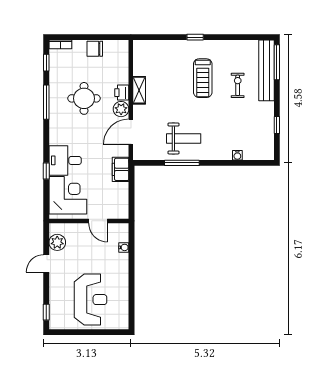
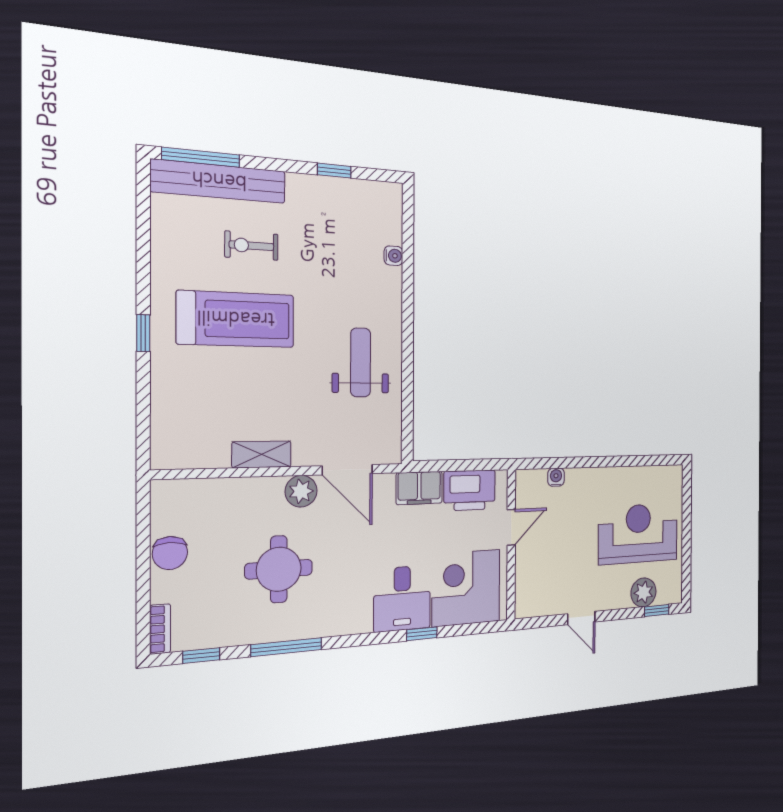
treadmill: (203, 78) -> (236, 319), width x1.37, depth x1.38
printer: (122, 93) -> (470, 490), moved, width x1.87, depth x1.48
window: (182, 163) -> (408, 367), removed
plant: (57, 242) -> (643, 592), moved

